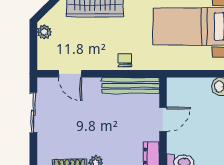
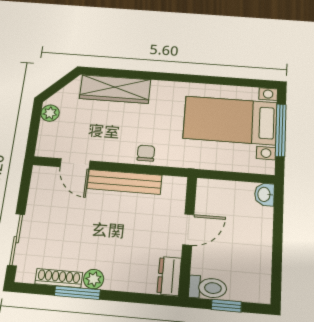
bench: (131, 85) -> (125, 182), moved
sliding door: (33, 113) -> (16, 240), moved

